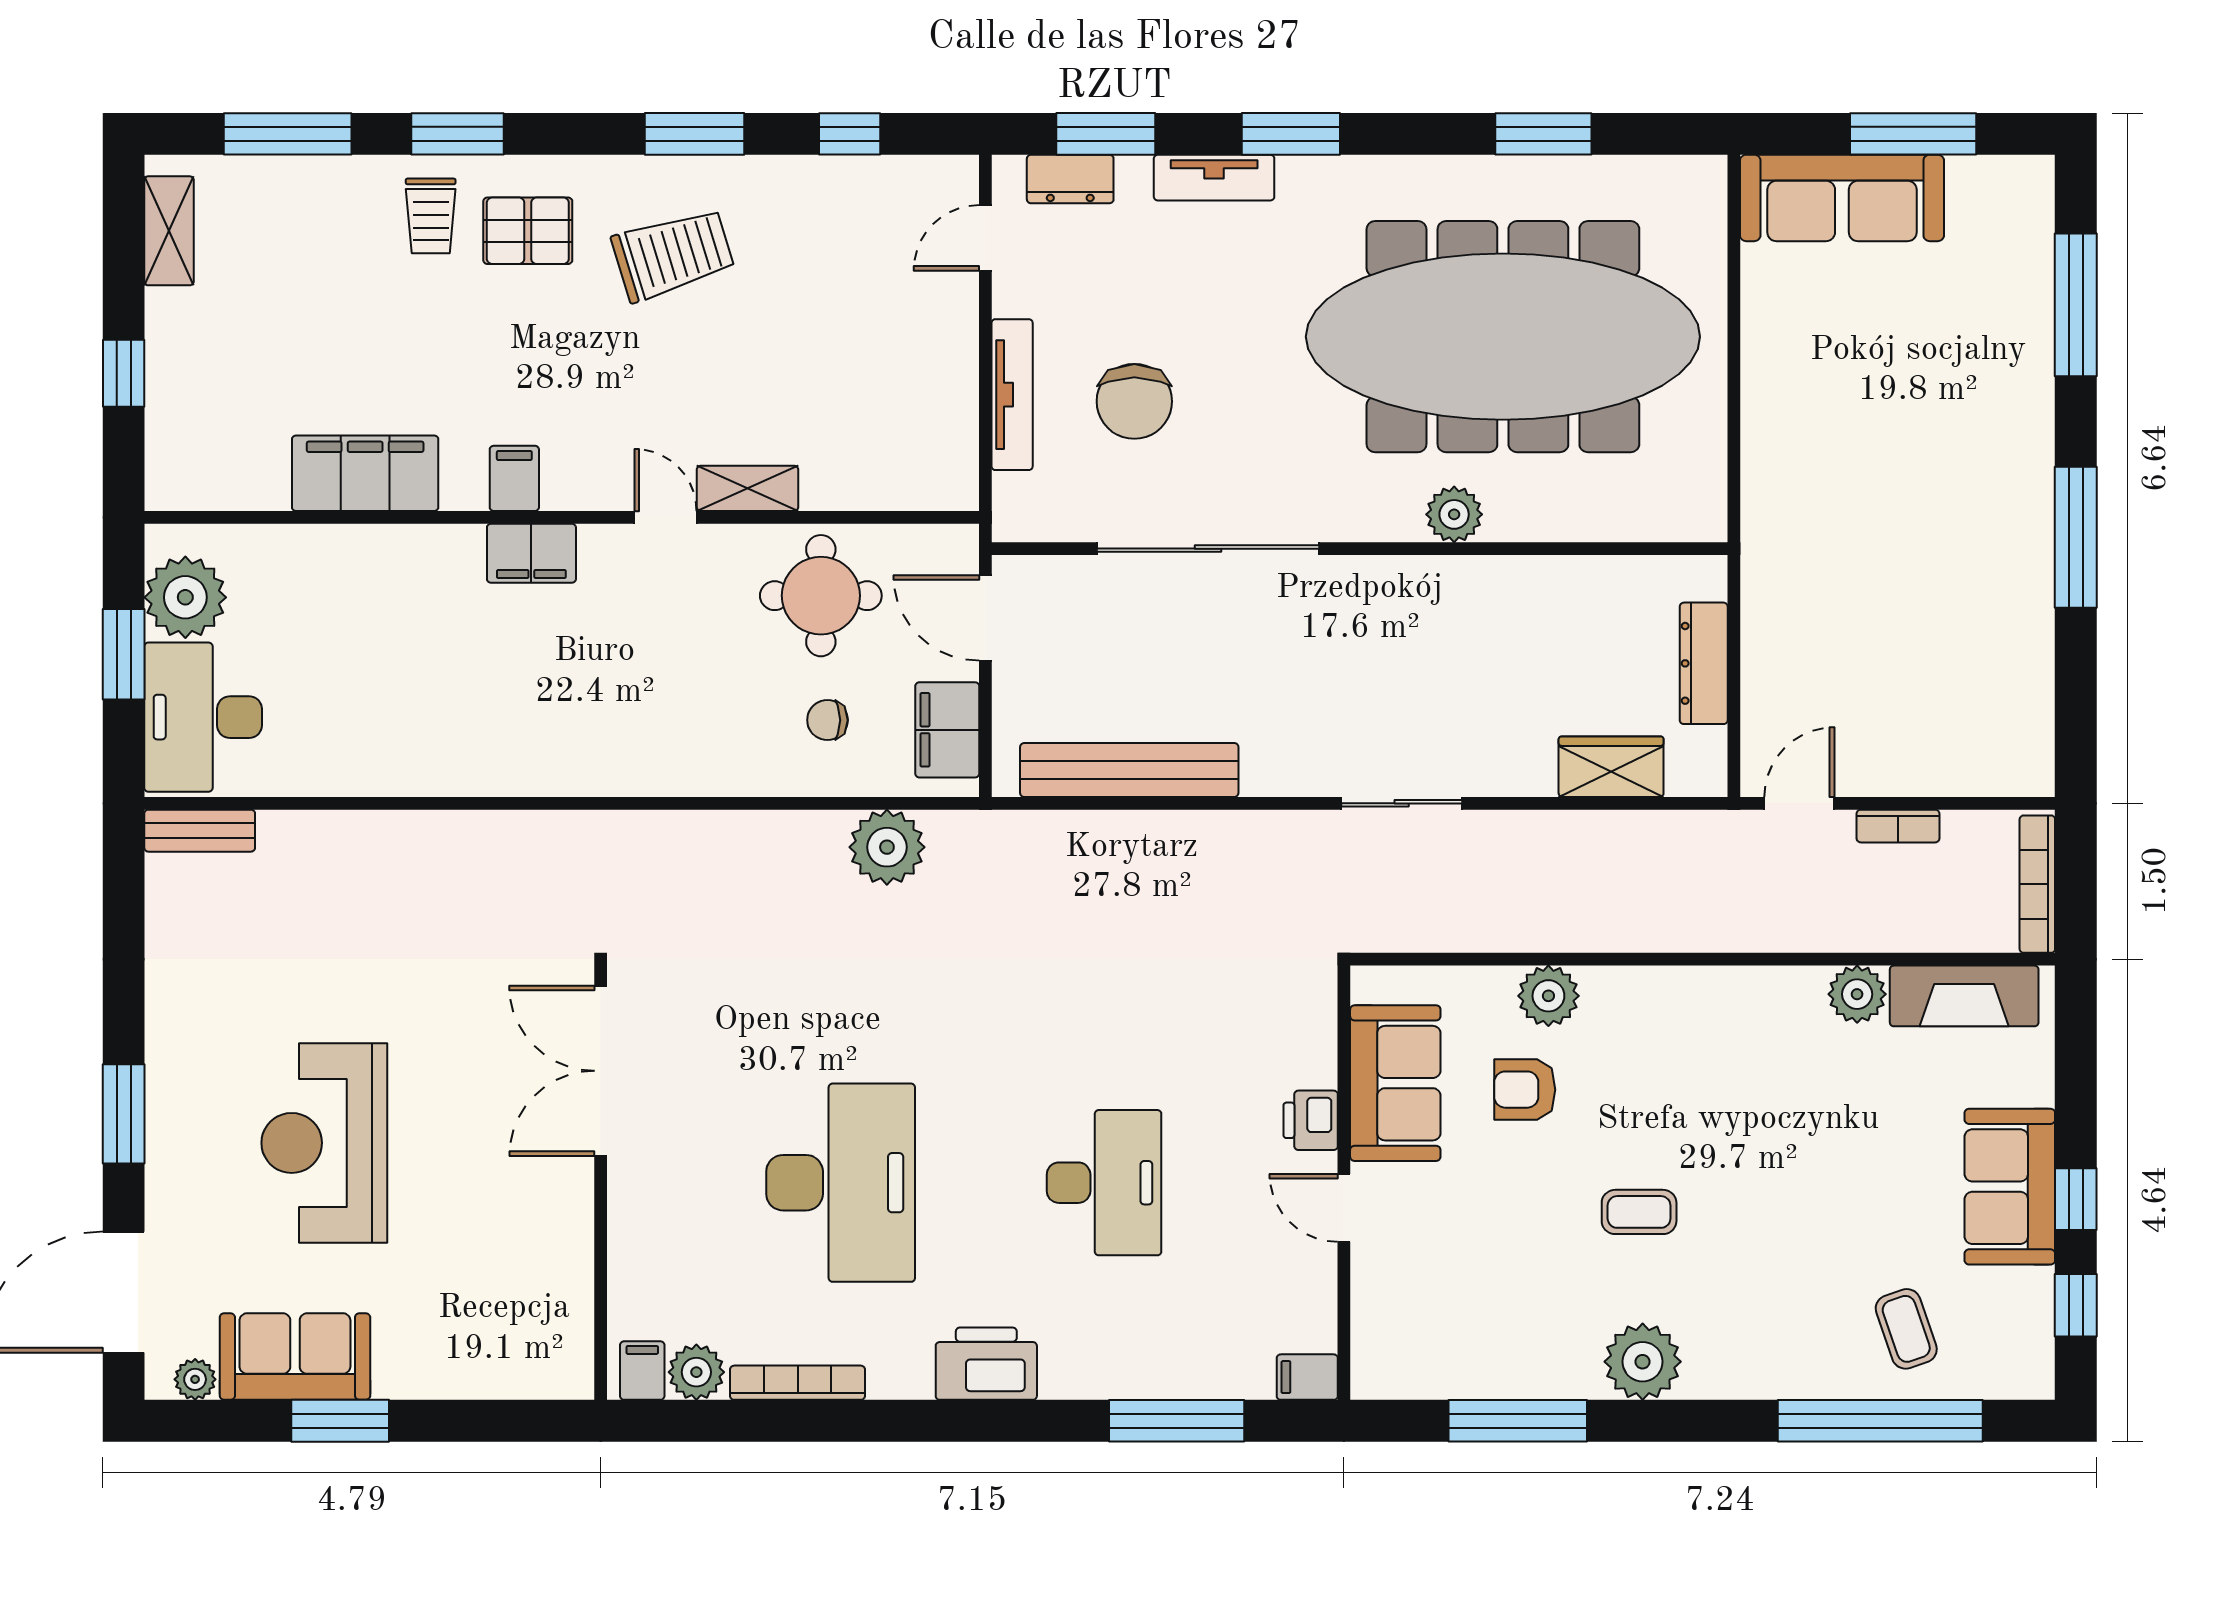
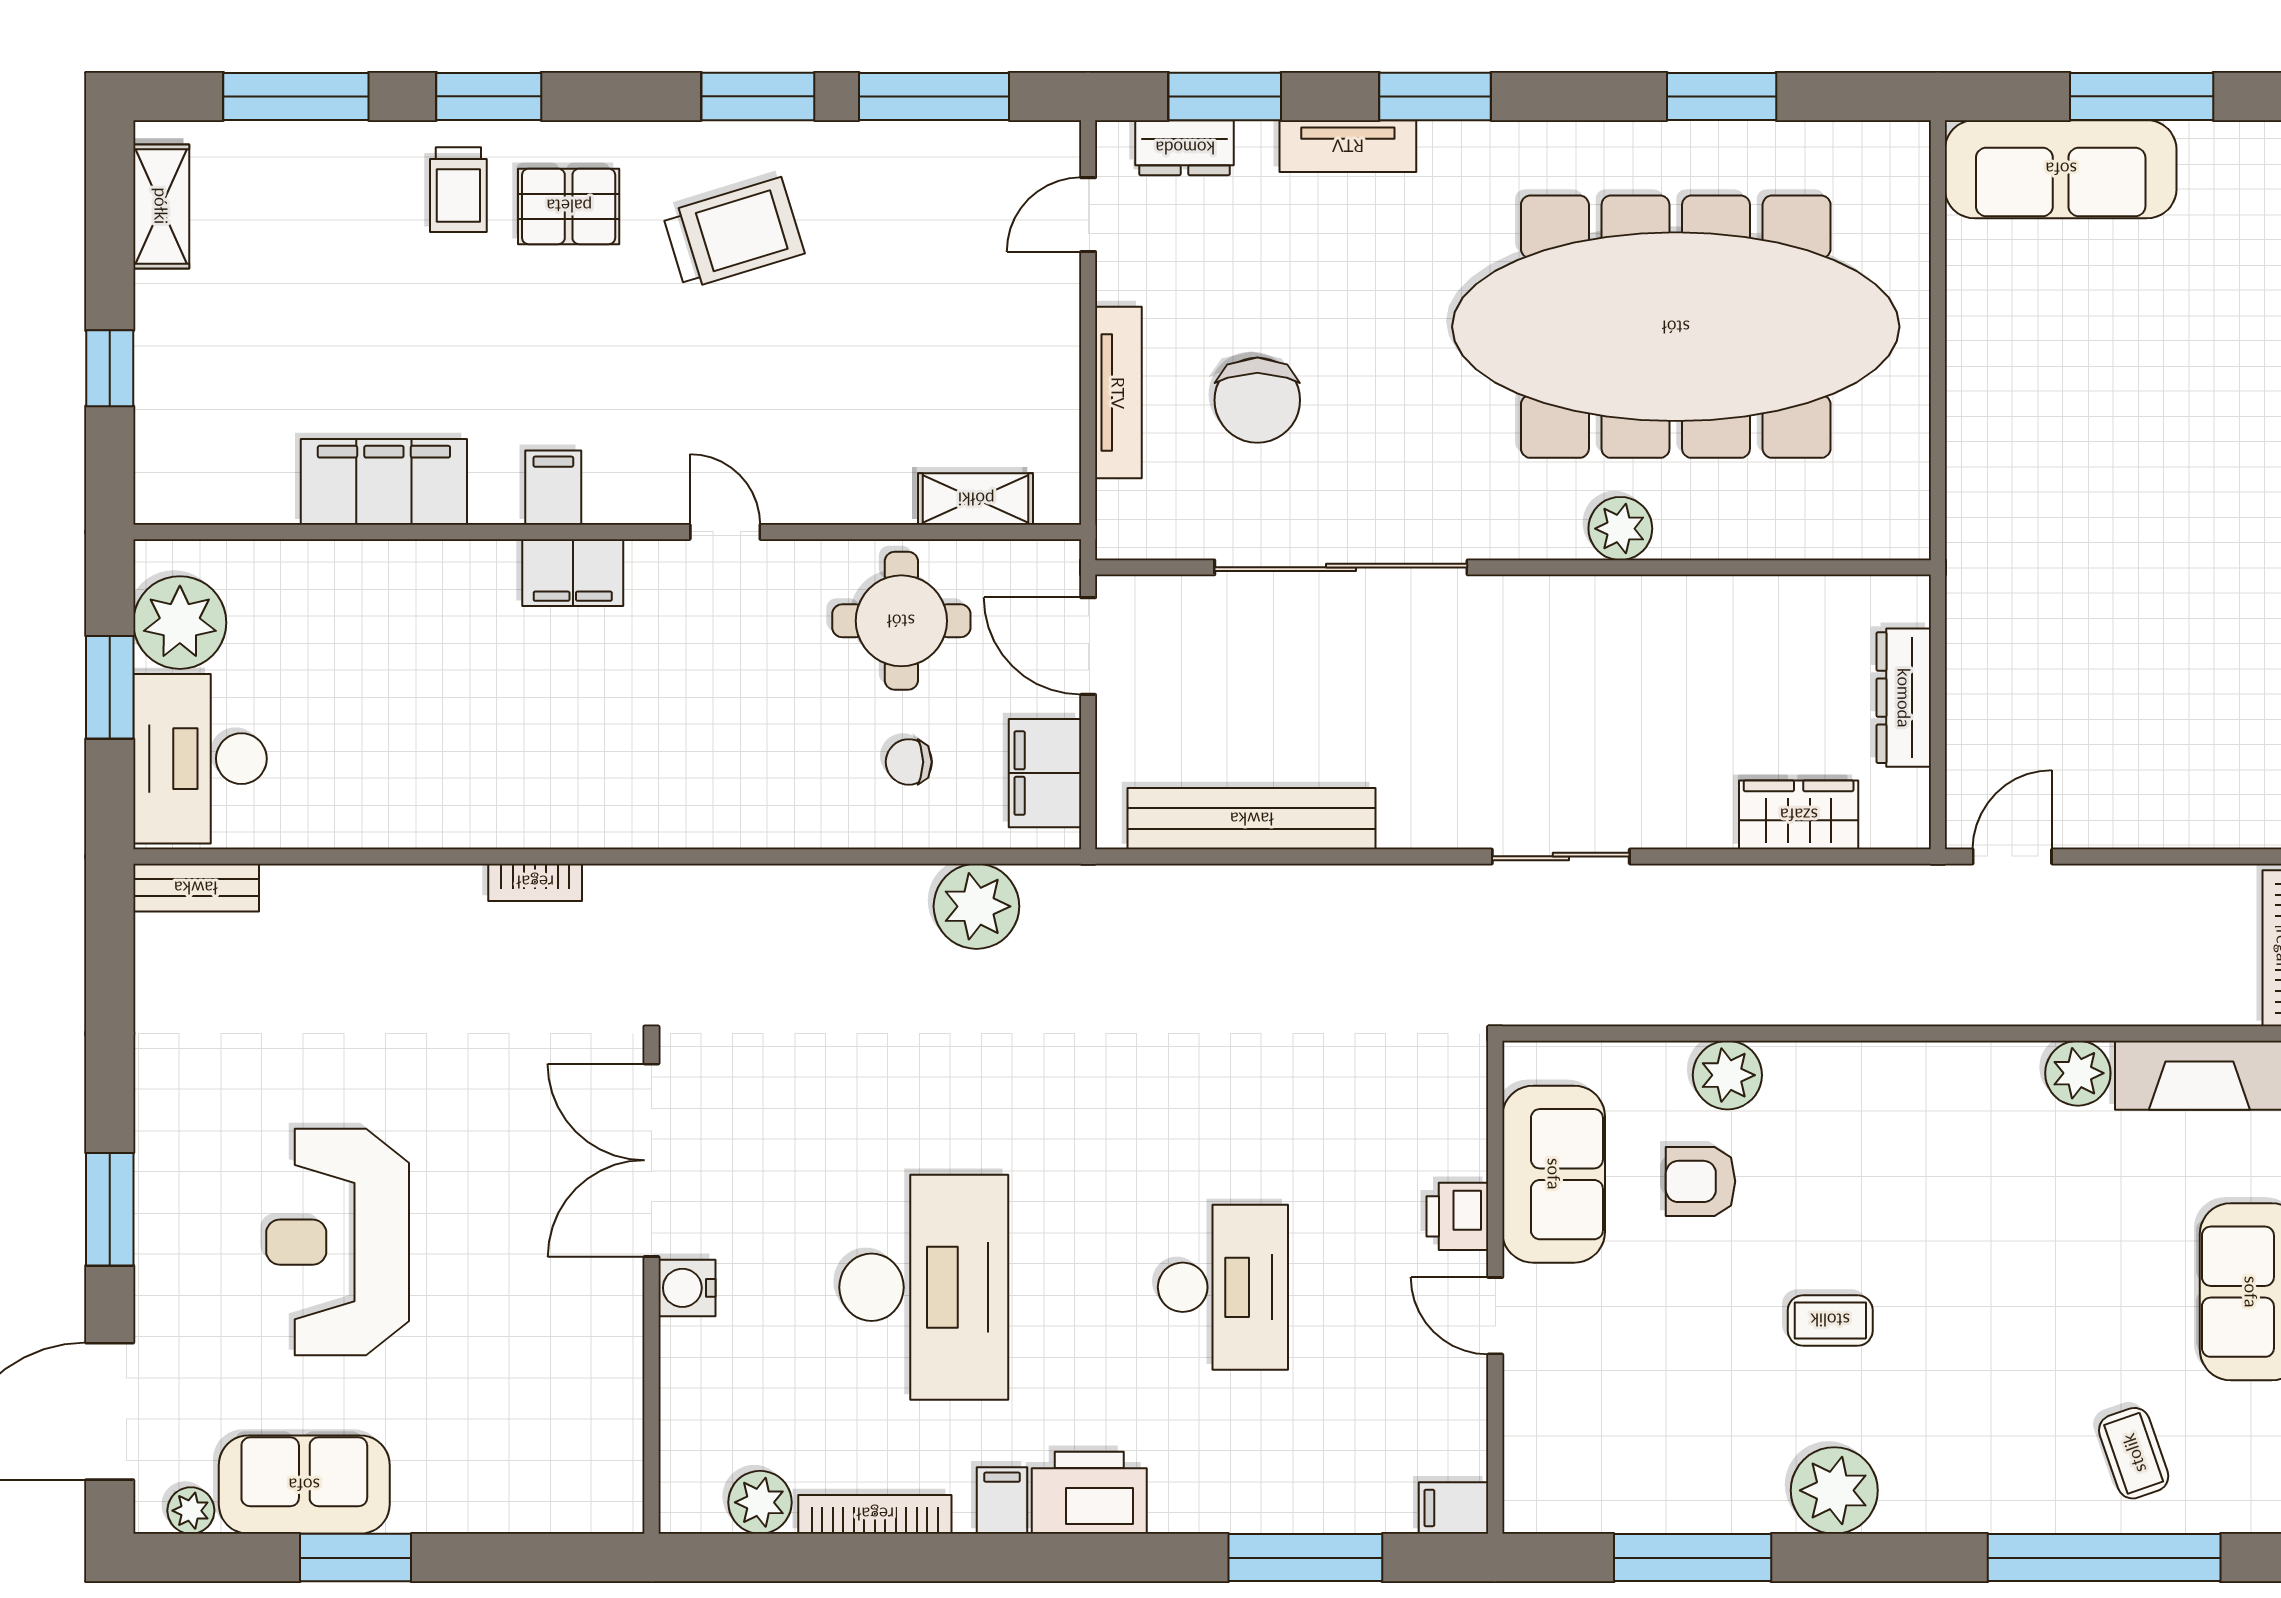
window: (850, 134) -> (934, 96), width x2.17
shelving: (748, 488) -> (976, 499), moved
bookcase: (1898, 826) -> (535, 882), moved
water cooler: (632, 1183) -> (687, 1288), added
filing cabinet: (642, 1371) -> (1002, 1501), moved

